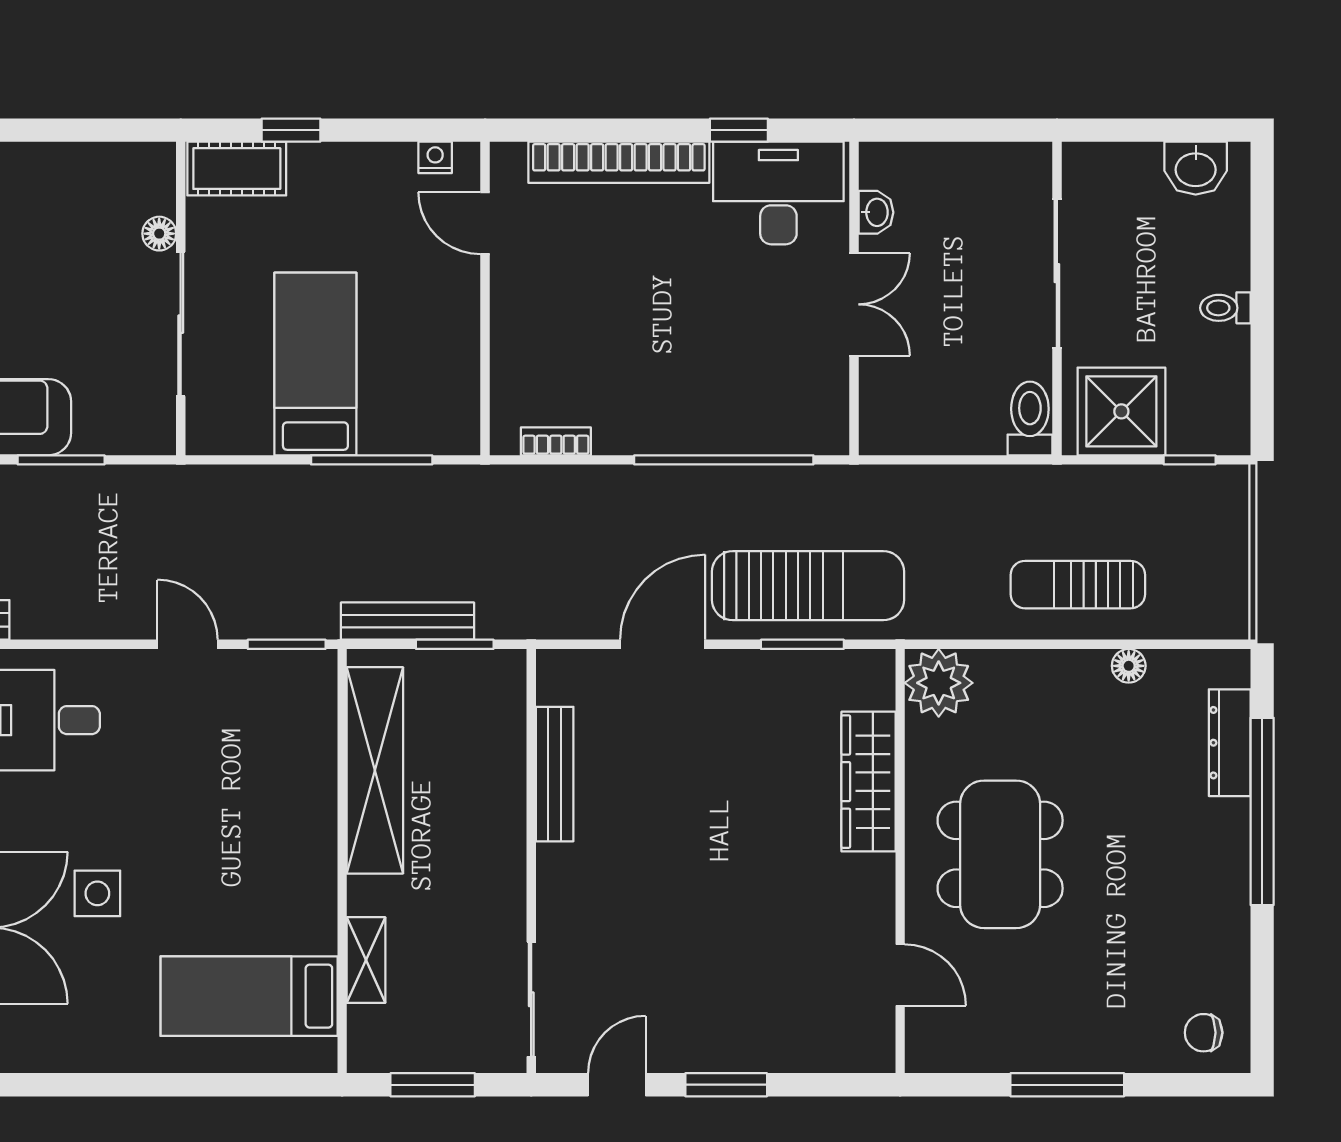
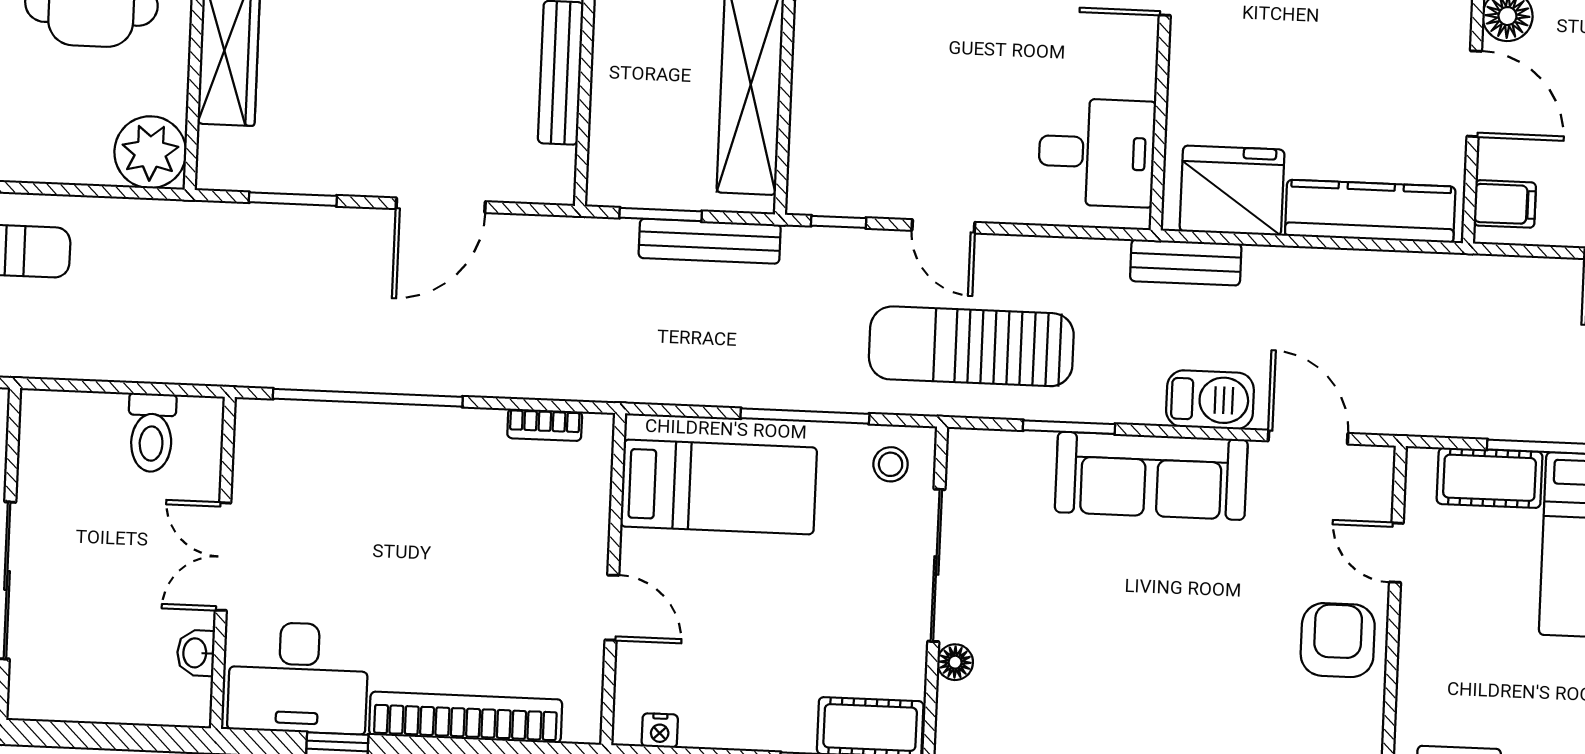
door: (485, 223) -> (612, 608), moved
bed: (315, 364) -> (719, 487), moved, turned -90
stool: (228, 418) -> (891, 464), added
toilet: (1030, 418) -> (152, 433), moved
window: (372, 460) -> (805, 416), moved
sun lounger: (808, 586) -> (971, 346), moved
window: (287, 644) -> (839, 222), width x0.67

